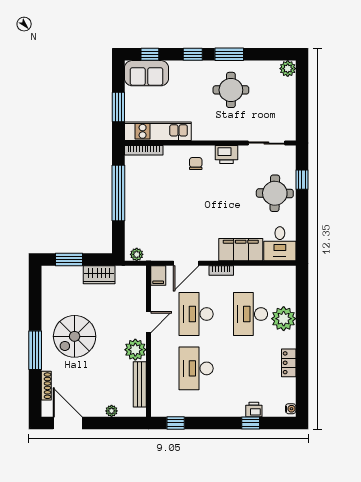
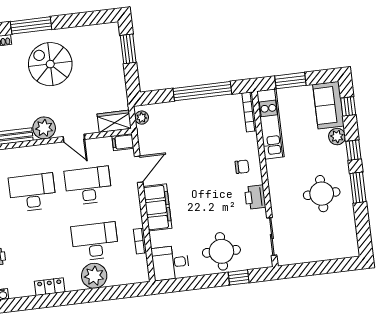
plant: (288, 69) -> (337, 137), moved
filing cabinet: (241, 250) -> (158, 207), moved
door: (186, 263) -> (139, 169), swing flipped
bookcase: (221, 270) -> (140, 241), moved
wardrobe: (99, 275) -> (114, 121), moved, turned 90

